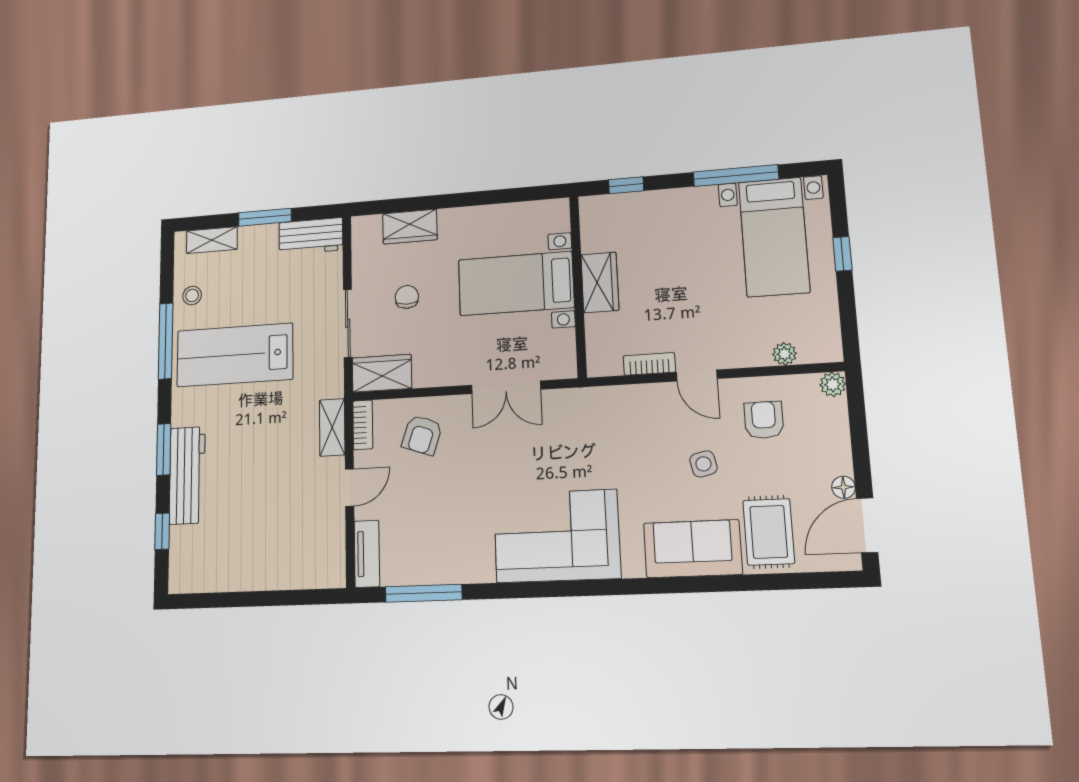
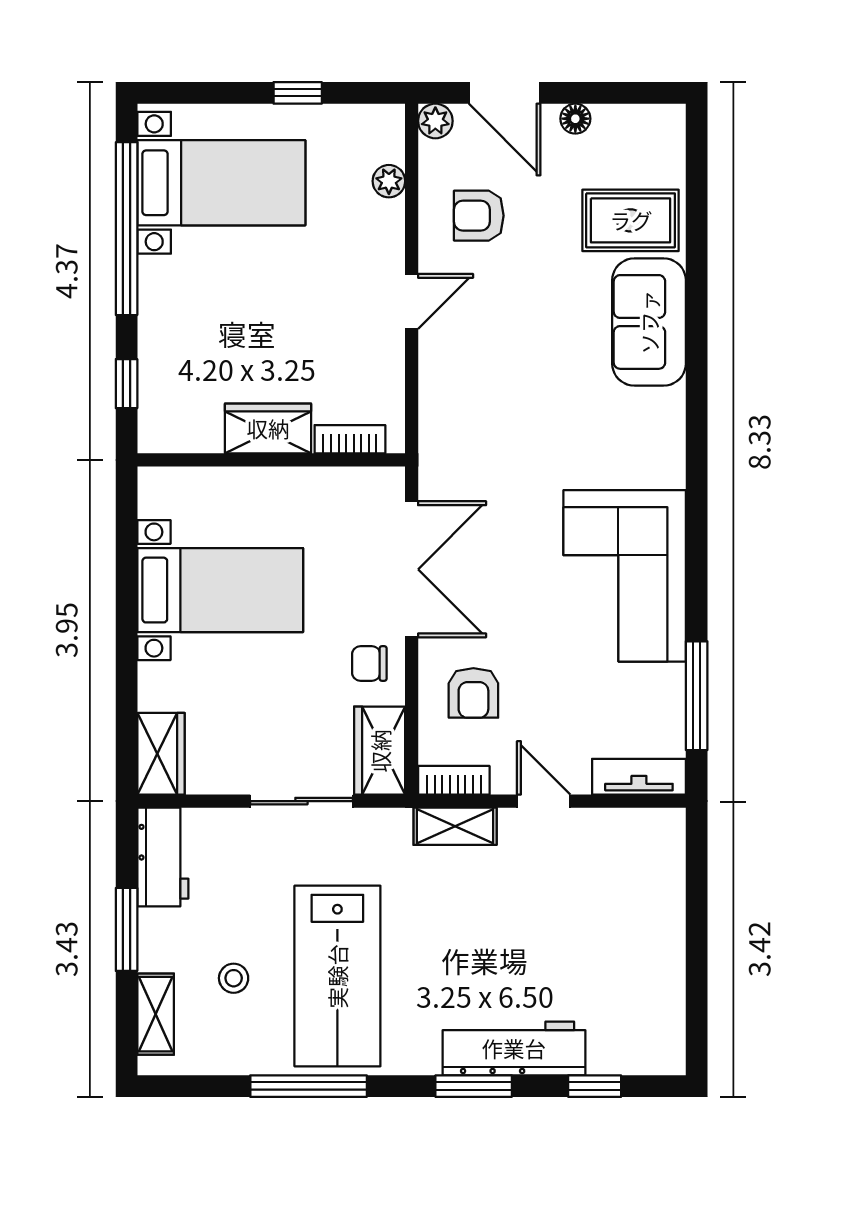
window: (736, 176) -> (127, 229), width x1.46
wardrobe: (410, 227) -> (161, 754), moved
window: (842, 254) -> (298, 93), moved
bed with nightstands: (516, 284) -> (220, 590), moved, turned -90
stool: (192, 295) -> (234, 978), moved
chair: (407, 297) -> (369, 663), moved
bookcase: (649, 364) -> (350, 439), moved, turned 90
double door: (506, 387) -> (412, 569), width x1.37
armchair: (422, 435) -> (473, 693), turned 71
side table: (703, 464) -> (535, 300), removed
door: (867, 525) -> (505, 93), moved
corner sofa: (557, 536) -> (625, 576), moved

